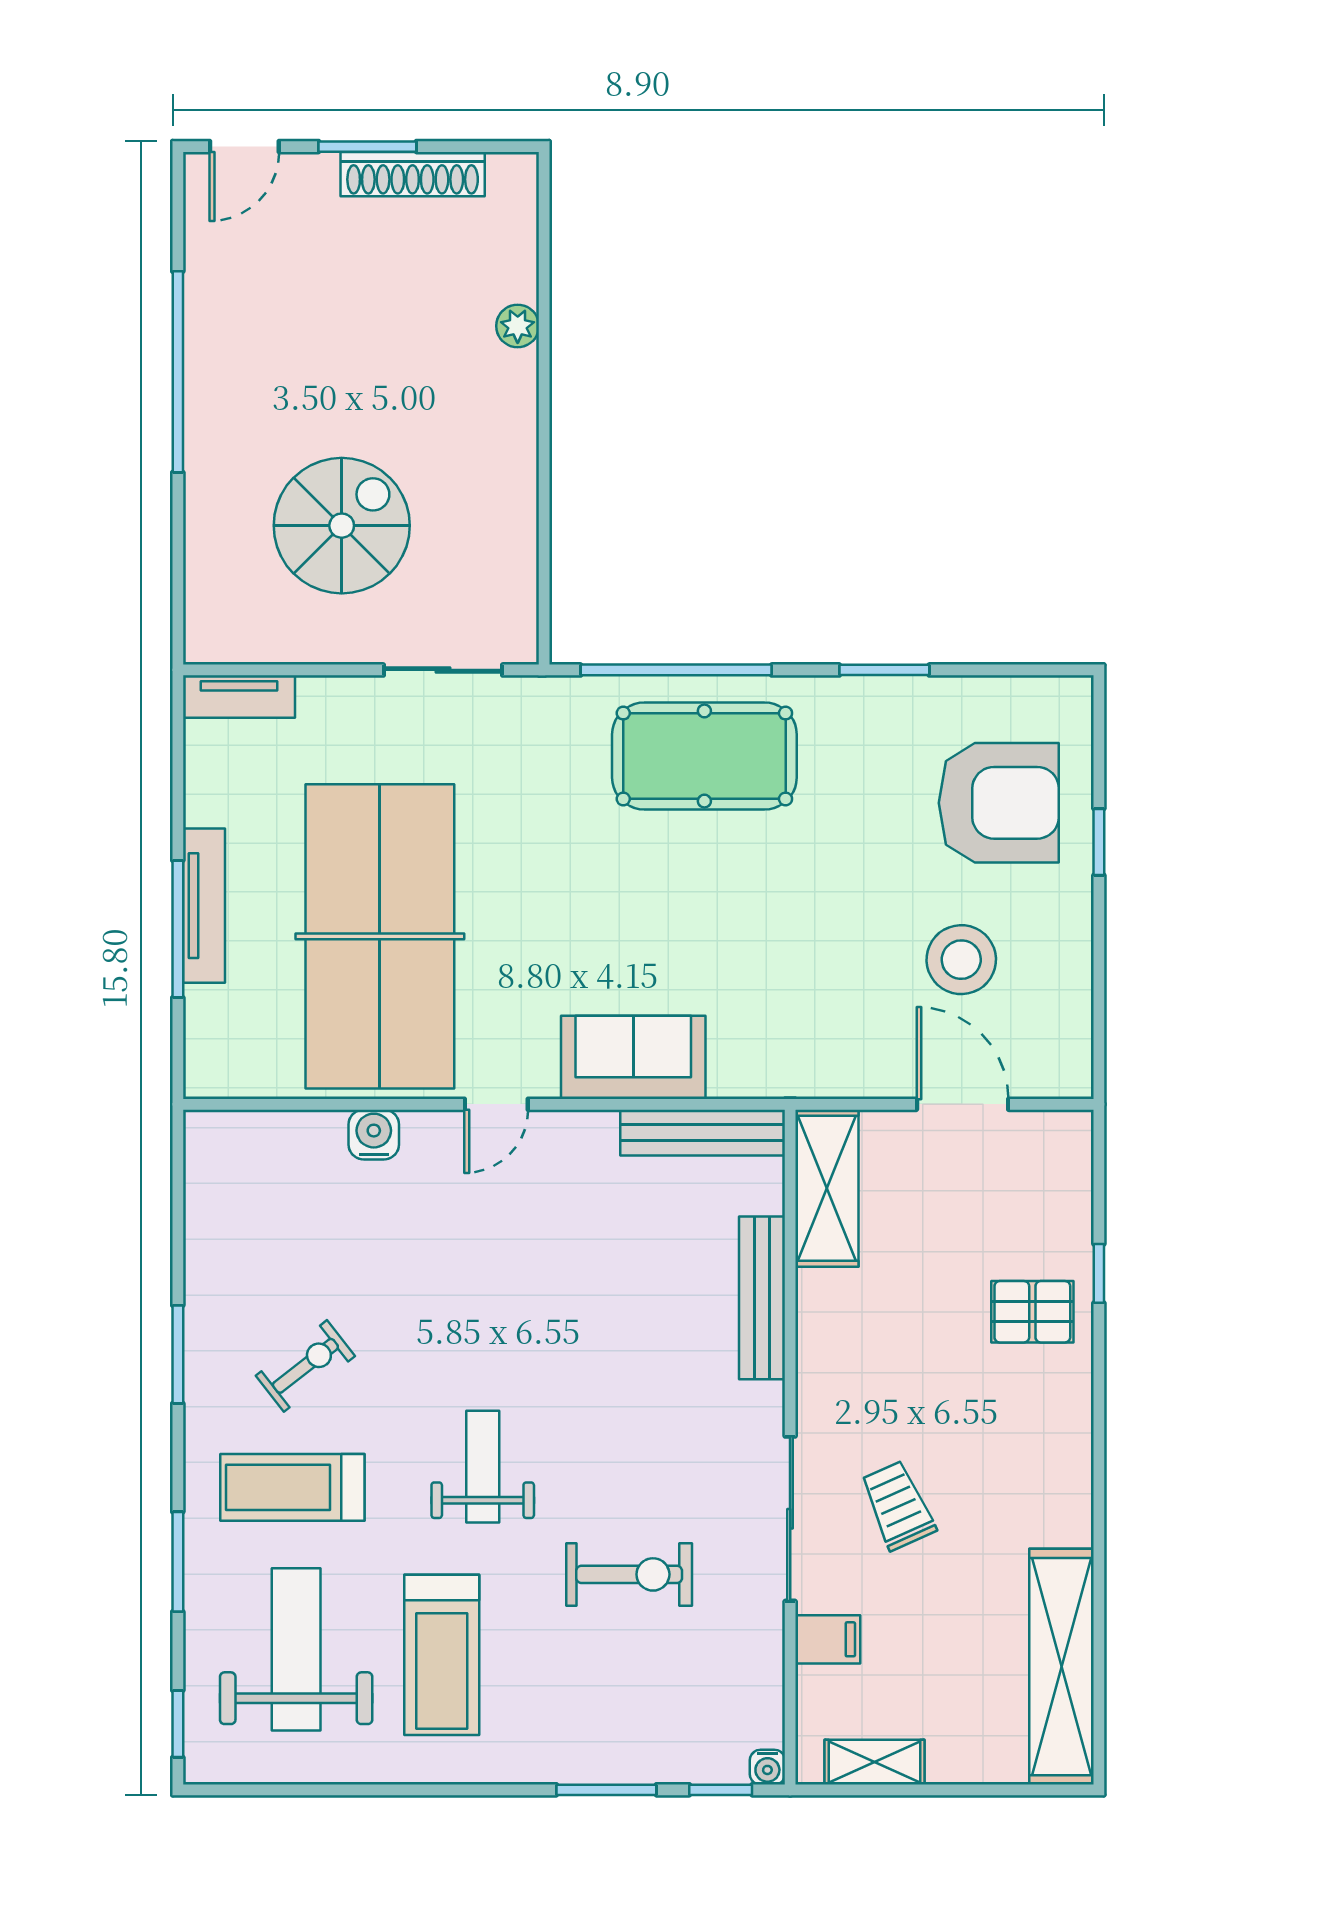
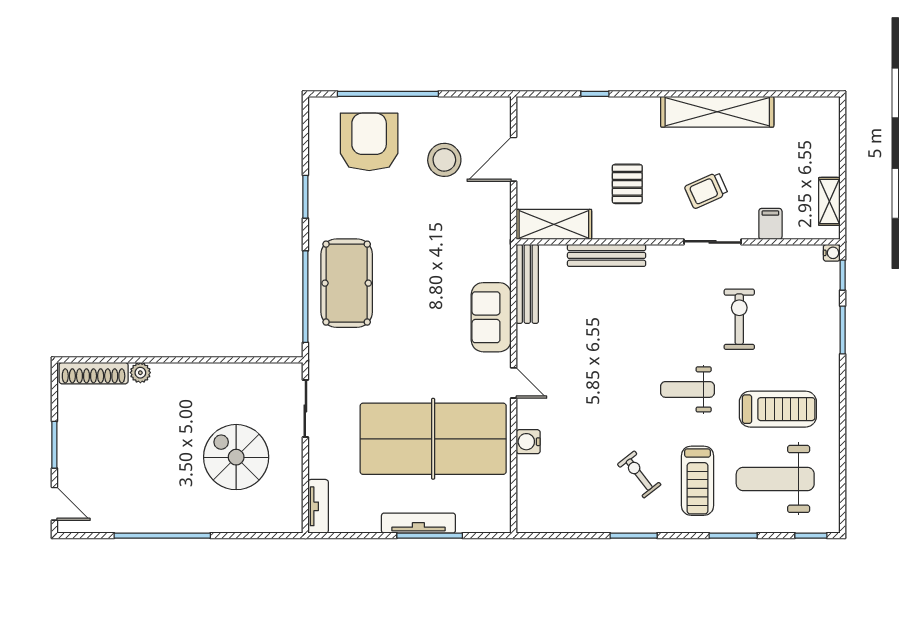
shoe rack: (413, 174) -> (94, 373), moved, turned 90
window: (1099, 842) -> (388, 94), width x3.17
pallet: (1032, 1312) -> (627, 184), moved
sliding door: (790, 1519) -> (713, 242), width x0.73
shelving: (1061, 1667) -> (717, 112), moved

